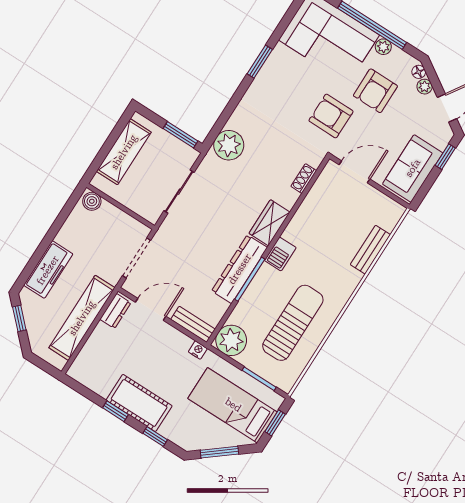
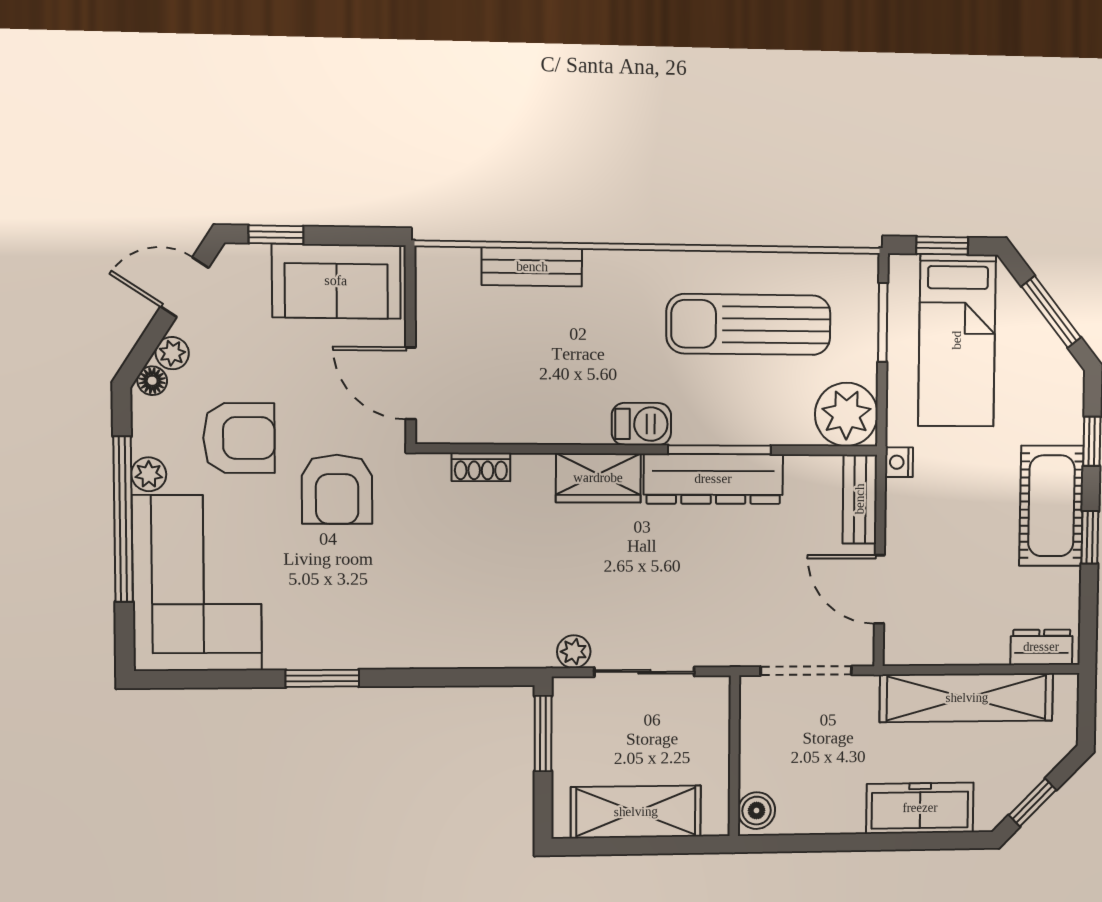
plant: (229, 145) -> (574, 652), moved, width x0.53, depth x0.53
dresser: (115, 311) -> (1041, 647), moved

